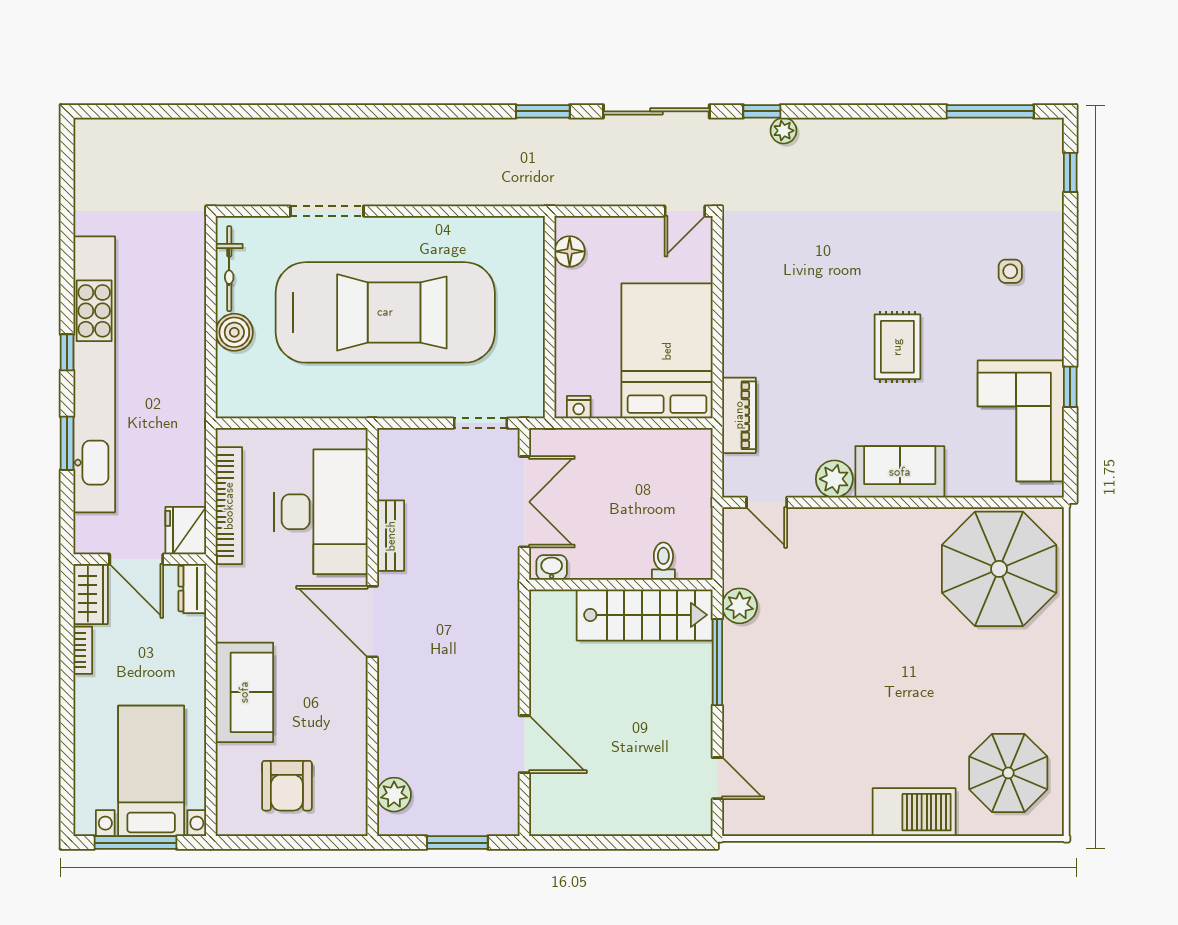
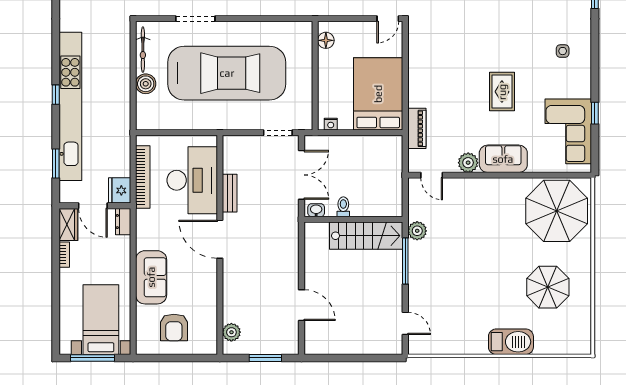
window: (67, 443) -> (56, 164), moved
toilet: (663, 561) -> (343, 207), moved
parasol: (1008, 773) -> (548, 287), moved

